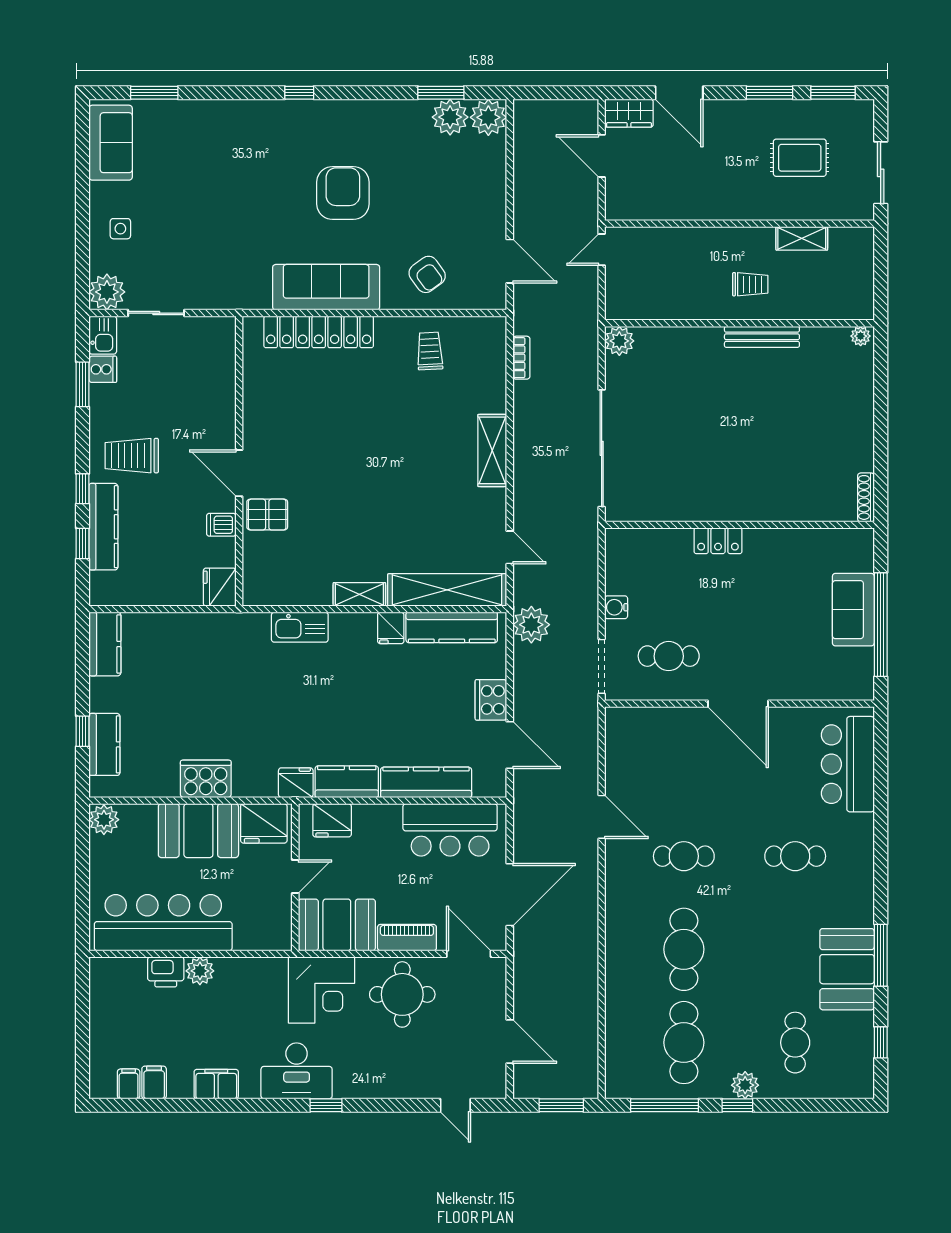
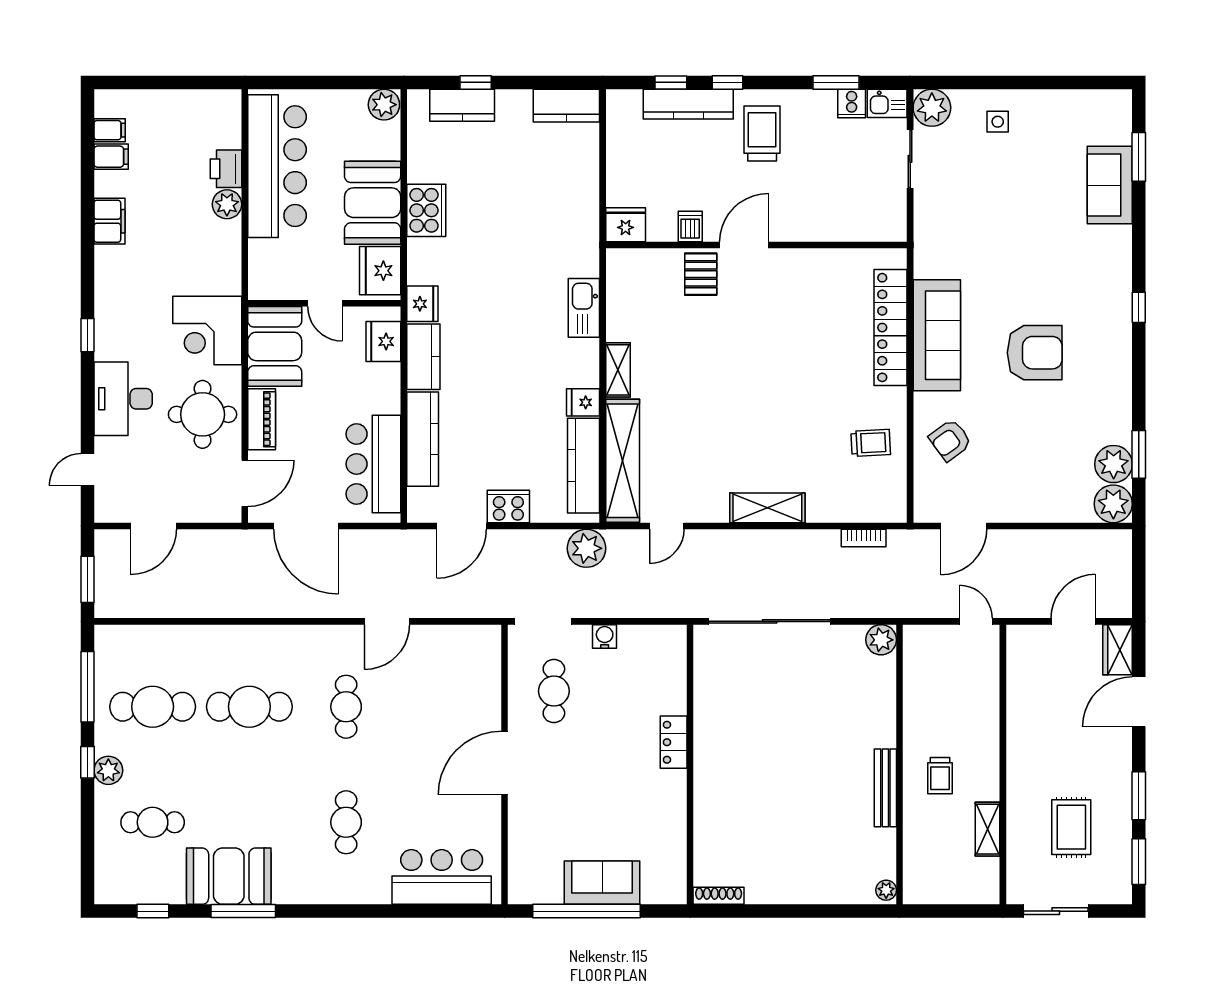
sofa: (111, 143) -> (1110, 185), moved, turned 90
desk: (297, 1071) -> (123, 399), moved

